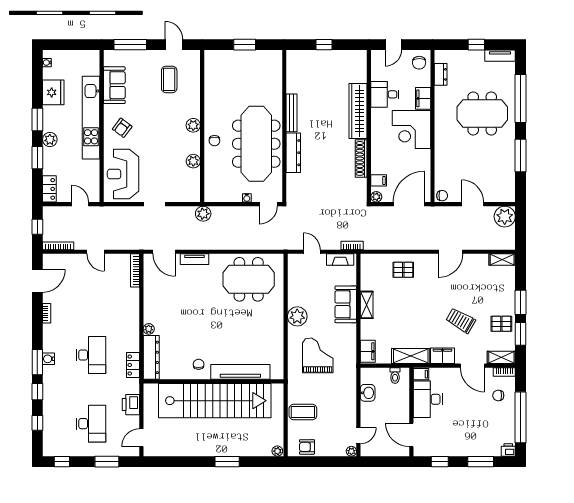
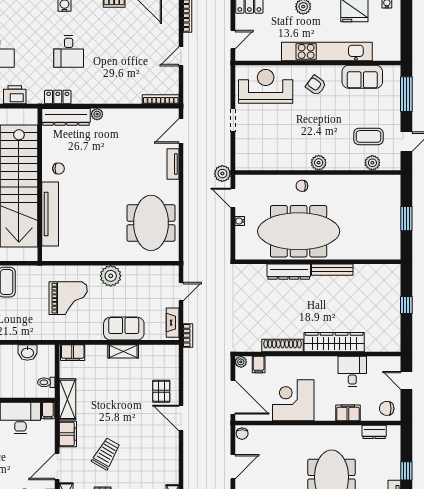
corner desk: (412, 130) -> (293, 400), moved
plant: (193, 161) -> (372, 163), moved
door: (268, 204) -> (233, 198), moved
door: (451, 252) -> (181, 418), moved
desk: (91, 355) -> (69, 51), width x0.73

